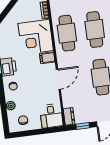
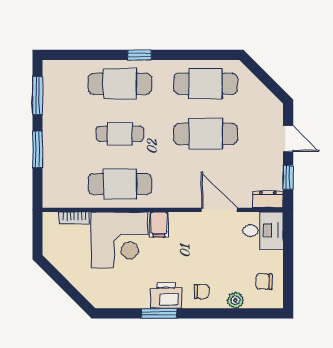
cafe table: (95, 30) -> (120, 134), width x0.73, depth x0.74
door: (58, 79) -> (219, 210), moved

